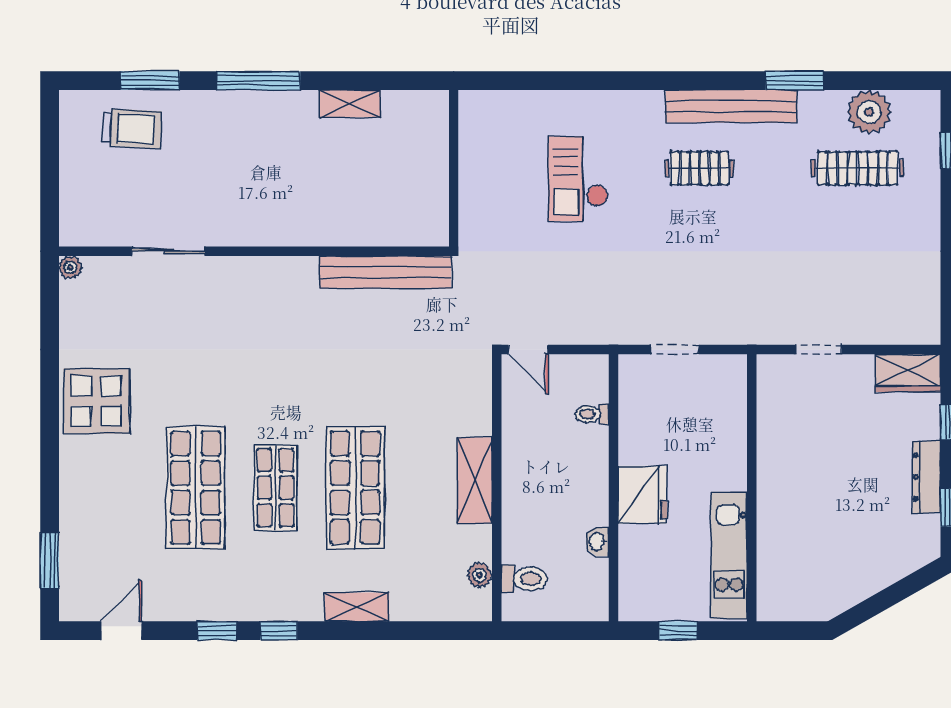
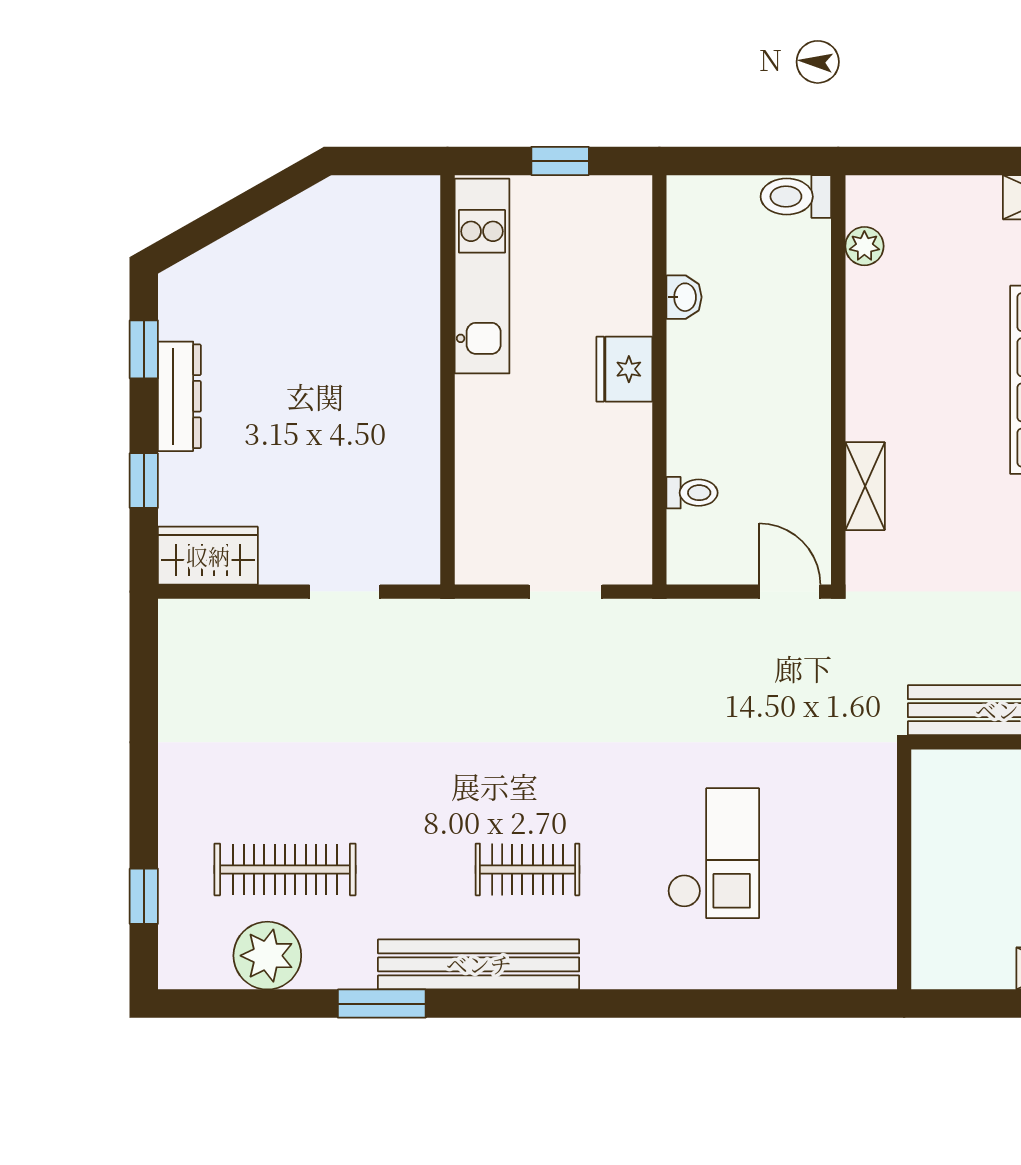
shelving: (475, 480) -> (865, 486), moved, width x0.67, depth x0.75
fridge: (642, 495) -> (624, 369), width x0.73, depth x0.75
toilet: (524, 579) -> (796, 197), moved

